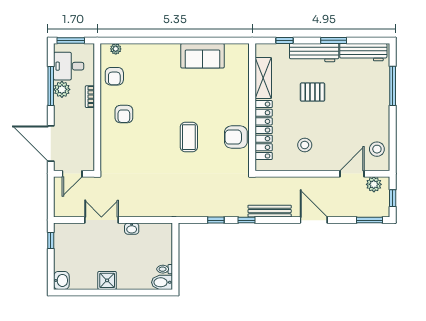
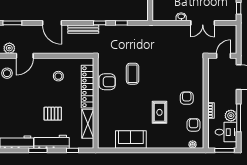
rug: (162, 94) -> (159, 112), added
coffee table: (189, 137) -> (133, 74), moved

